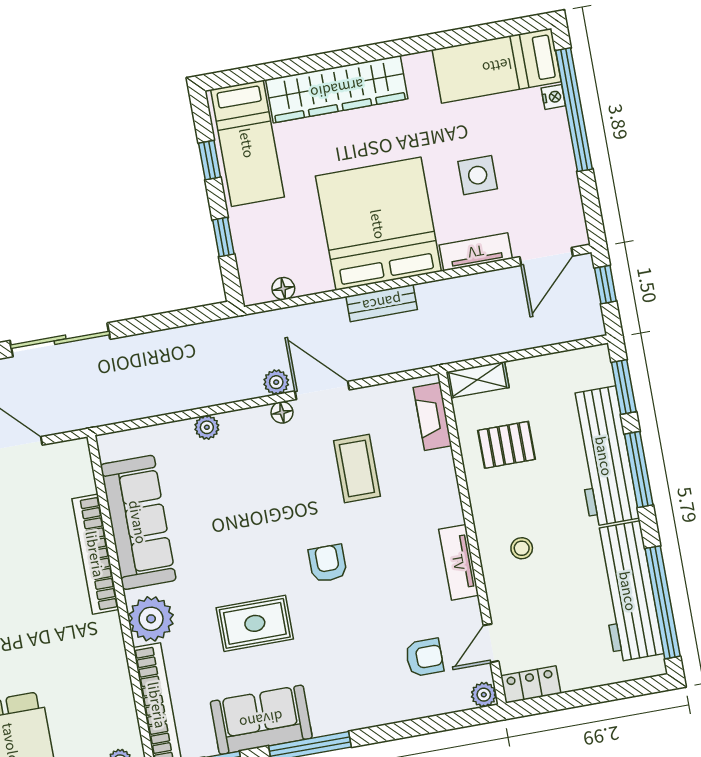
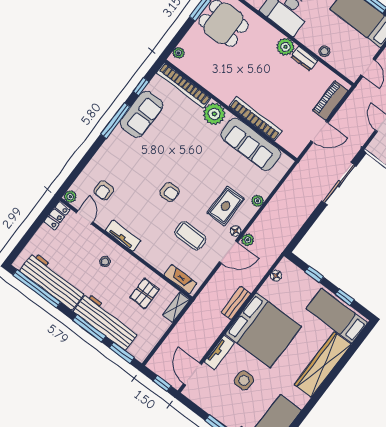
rug: (255, 623) -> (226, 206), moved

